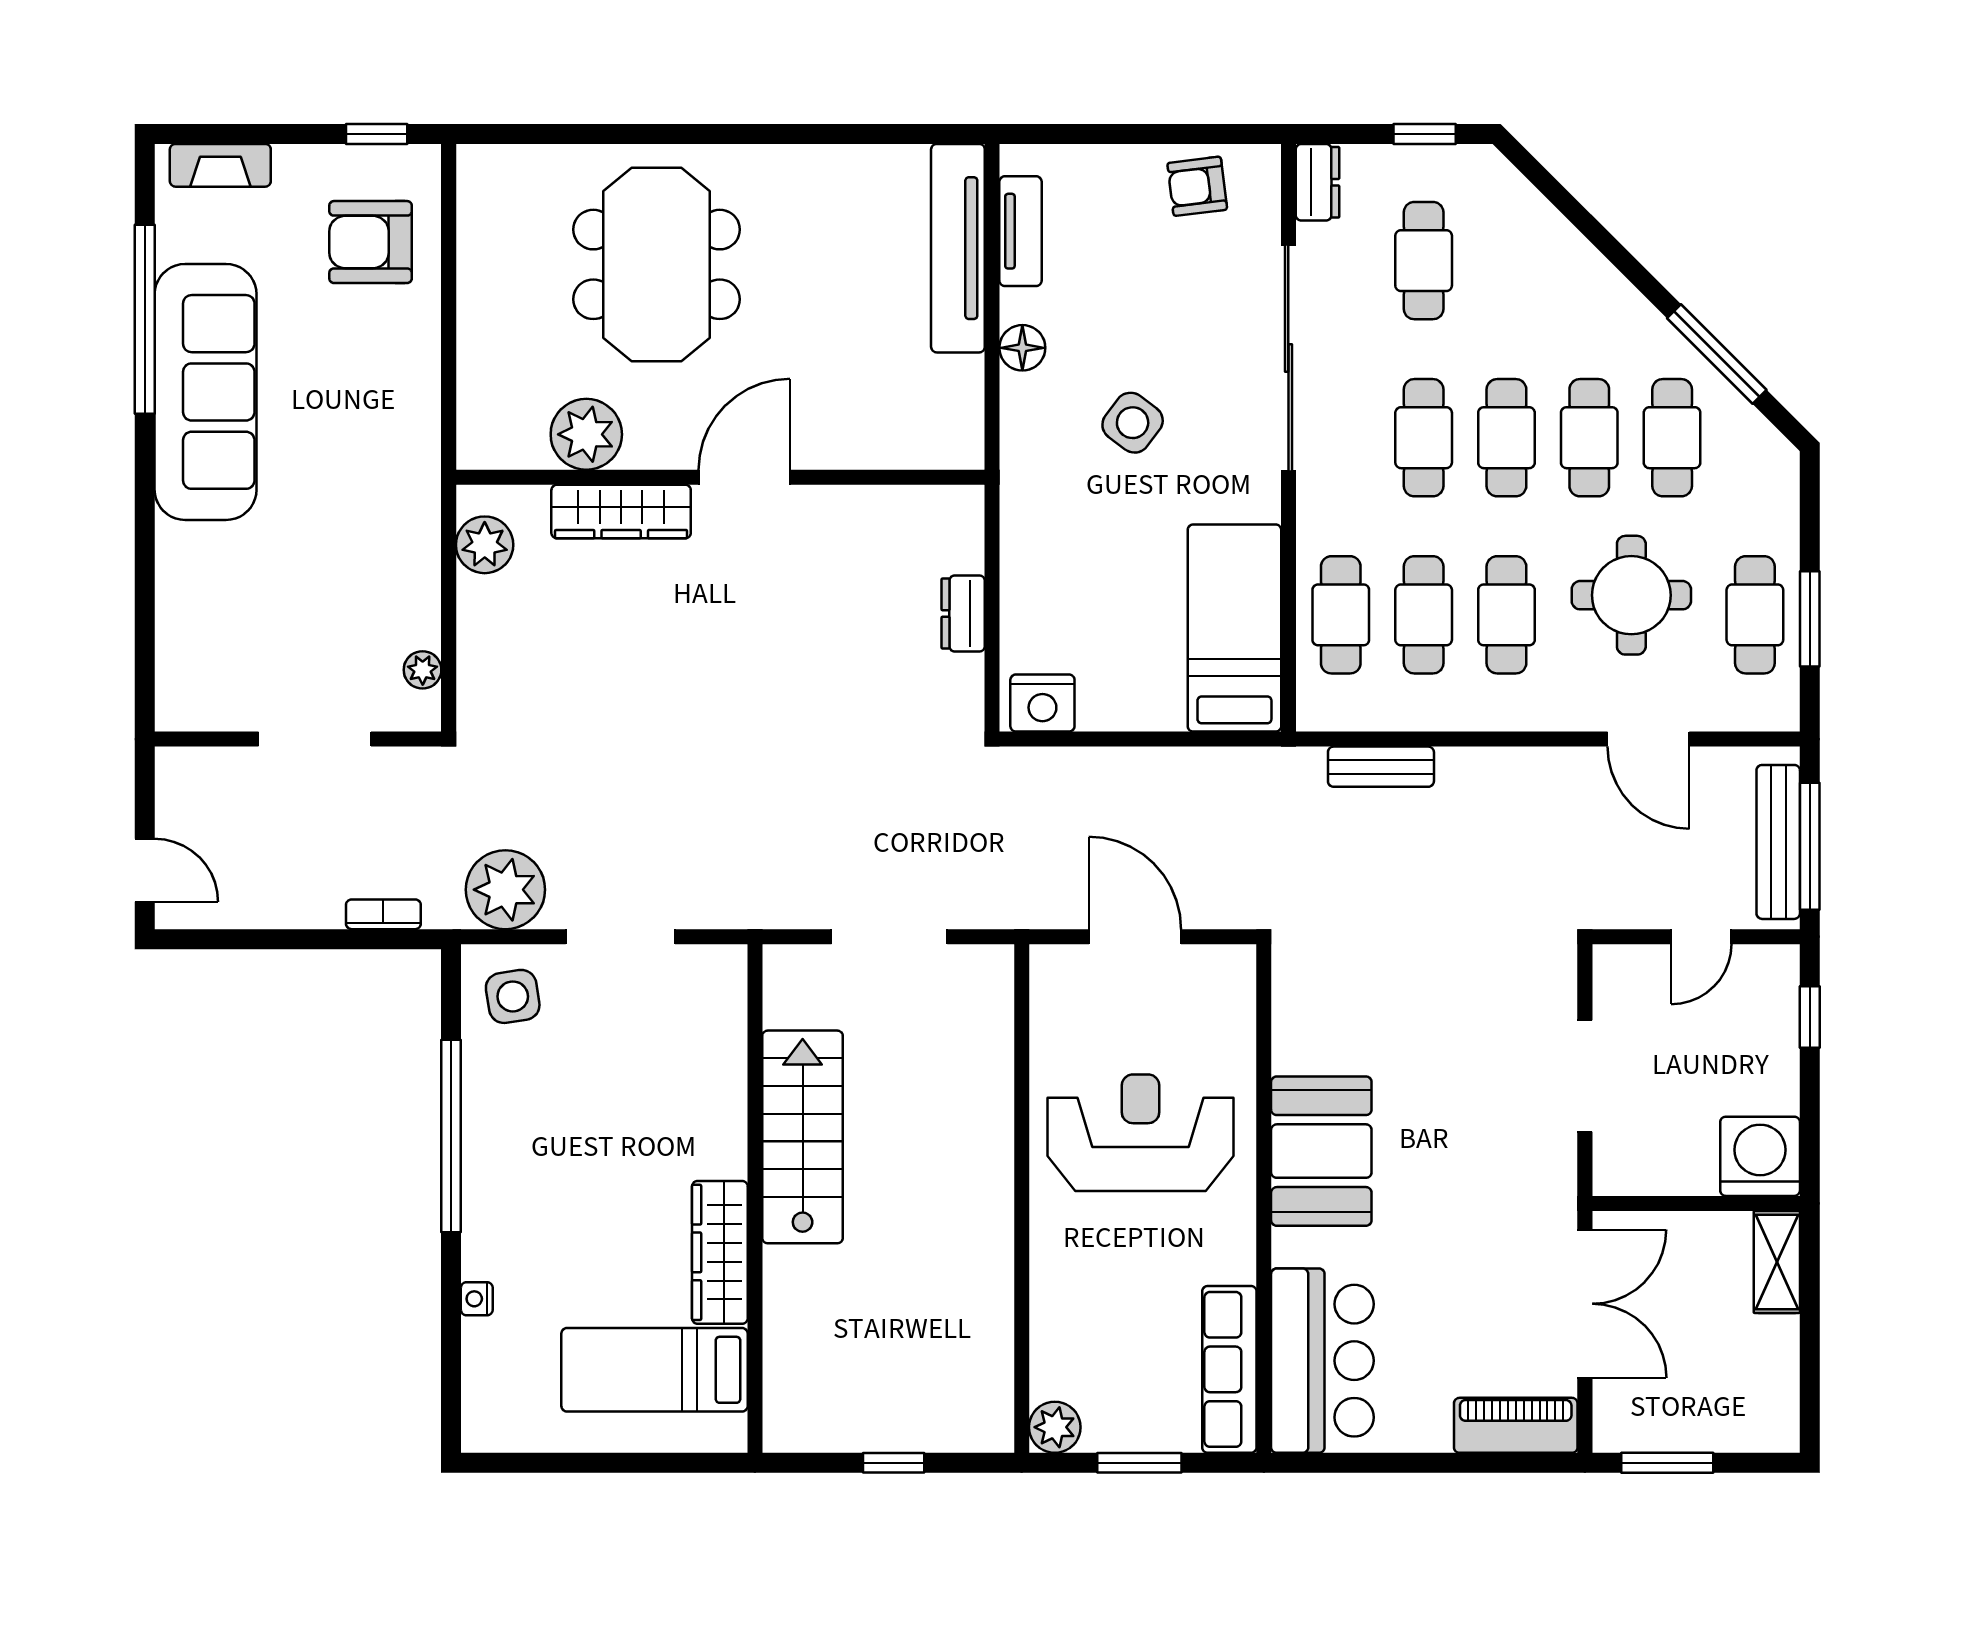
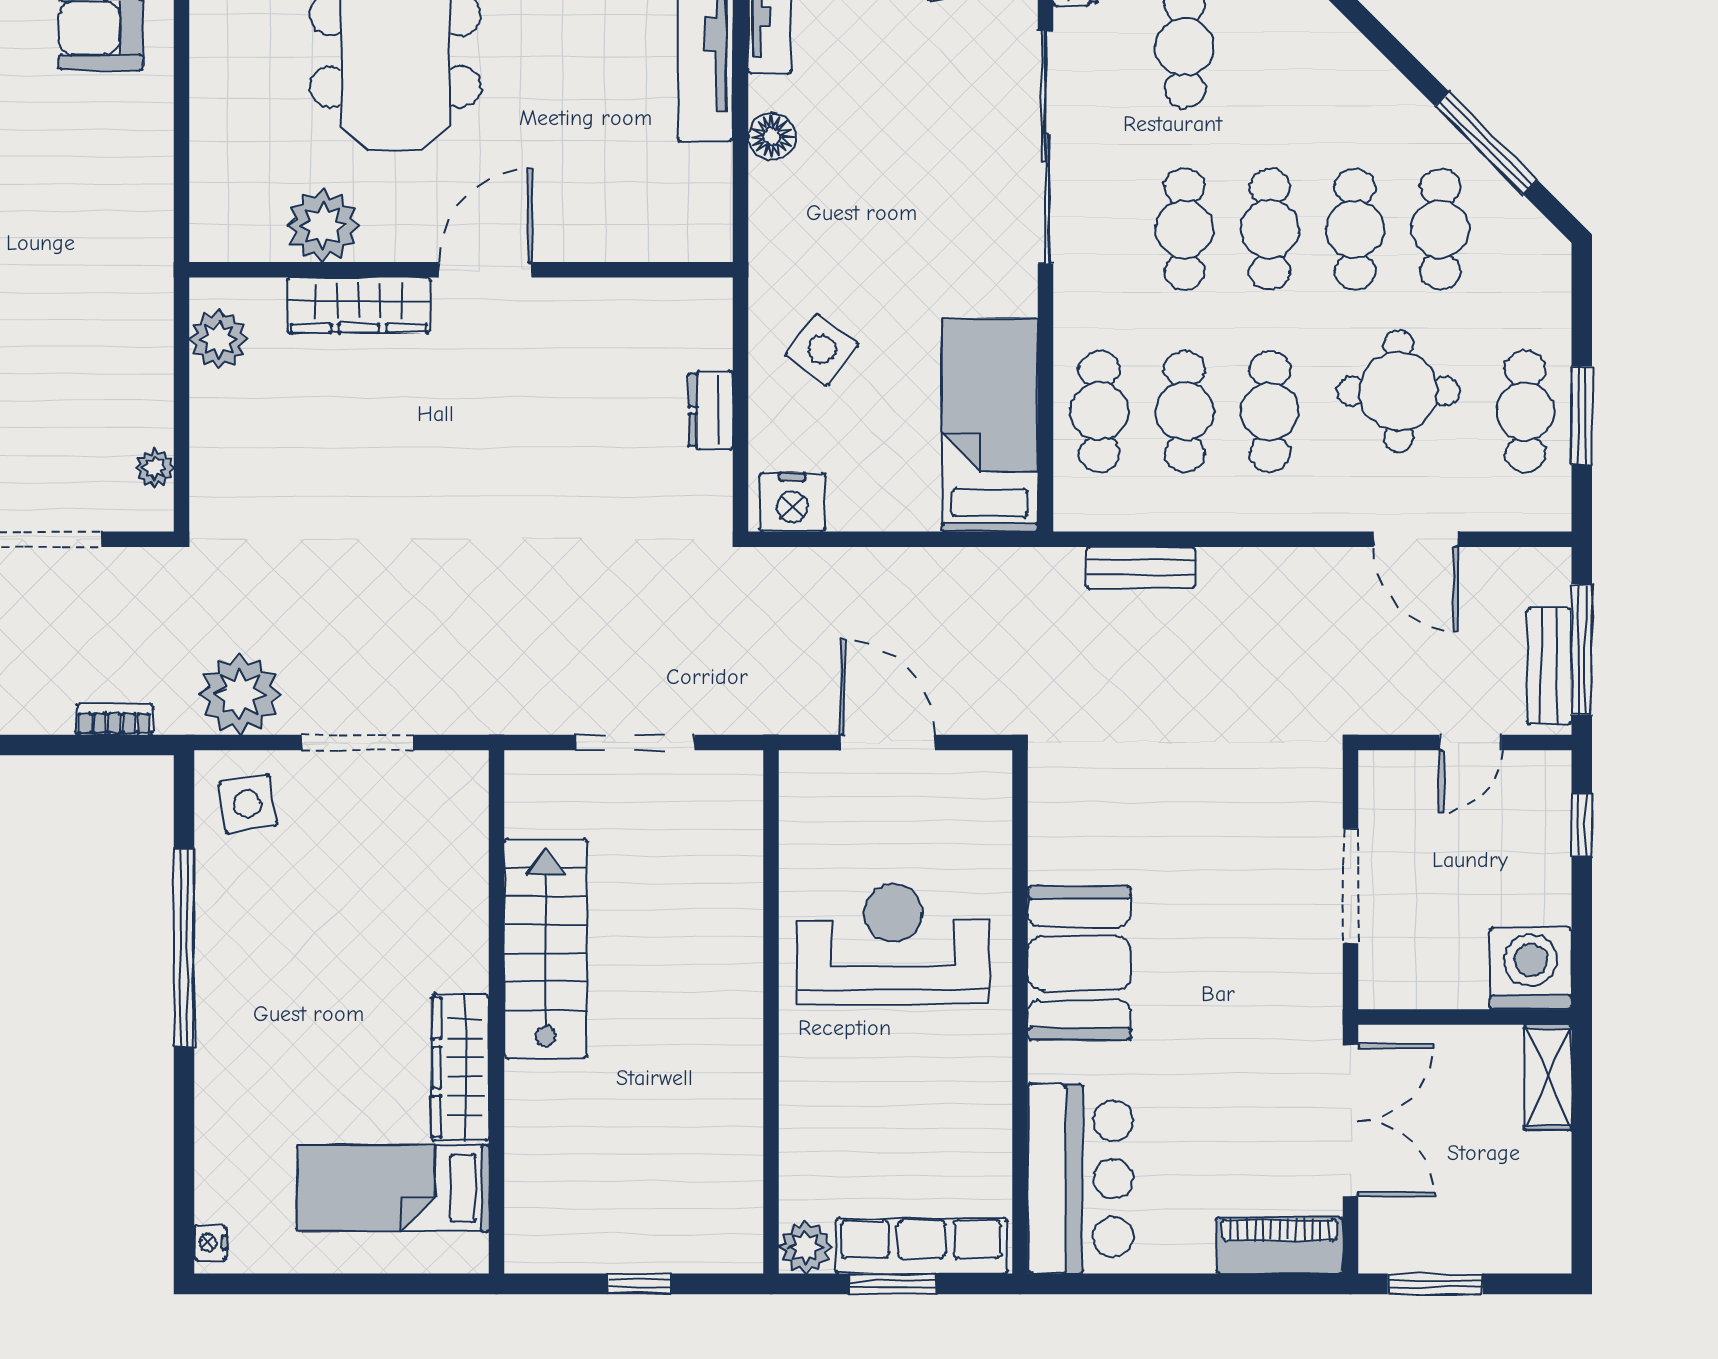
side table: (1133, 423) -> (822, 349), moved
bench: (1778, 842) -> (1549, 666), width x0.73
nightstand: (477, 1299) -> (210, 1243), moved
row of seats: (1229, 1369) -> (922, 1246), moved, turned 90

